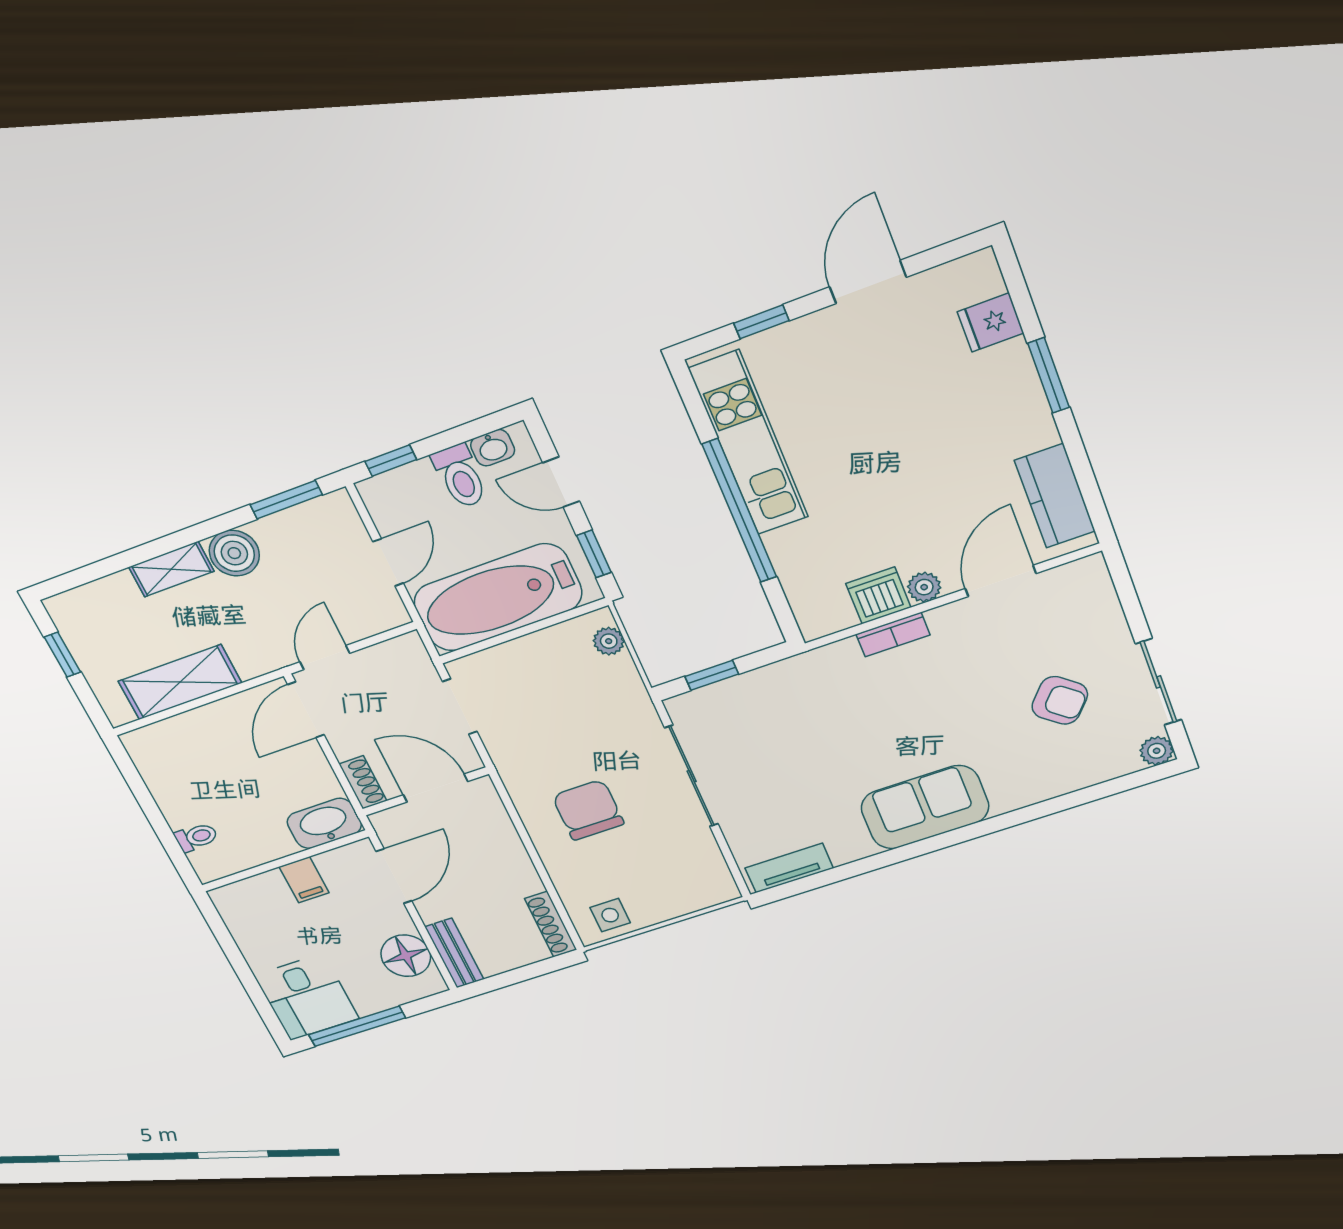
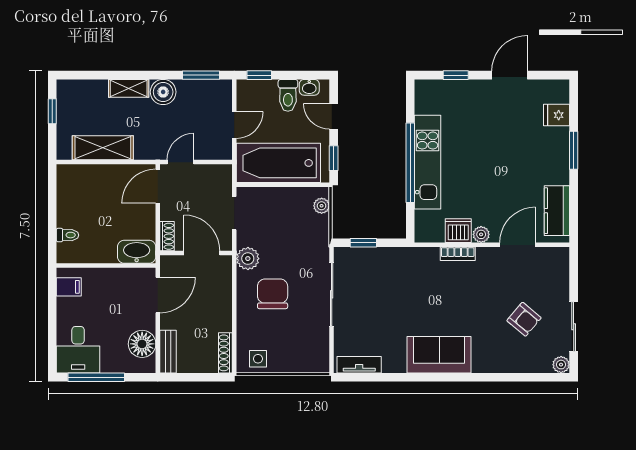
kitchen unit: (749, 443) -> (428, 162), moved
plant: (519, 770) -> (248, 259), added
filing cabinet: (304, 880) -> (69, 287), moved, turned -90

